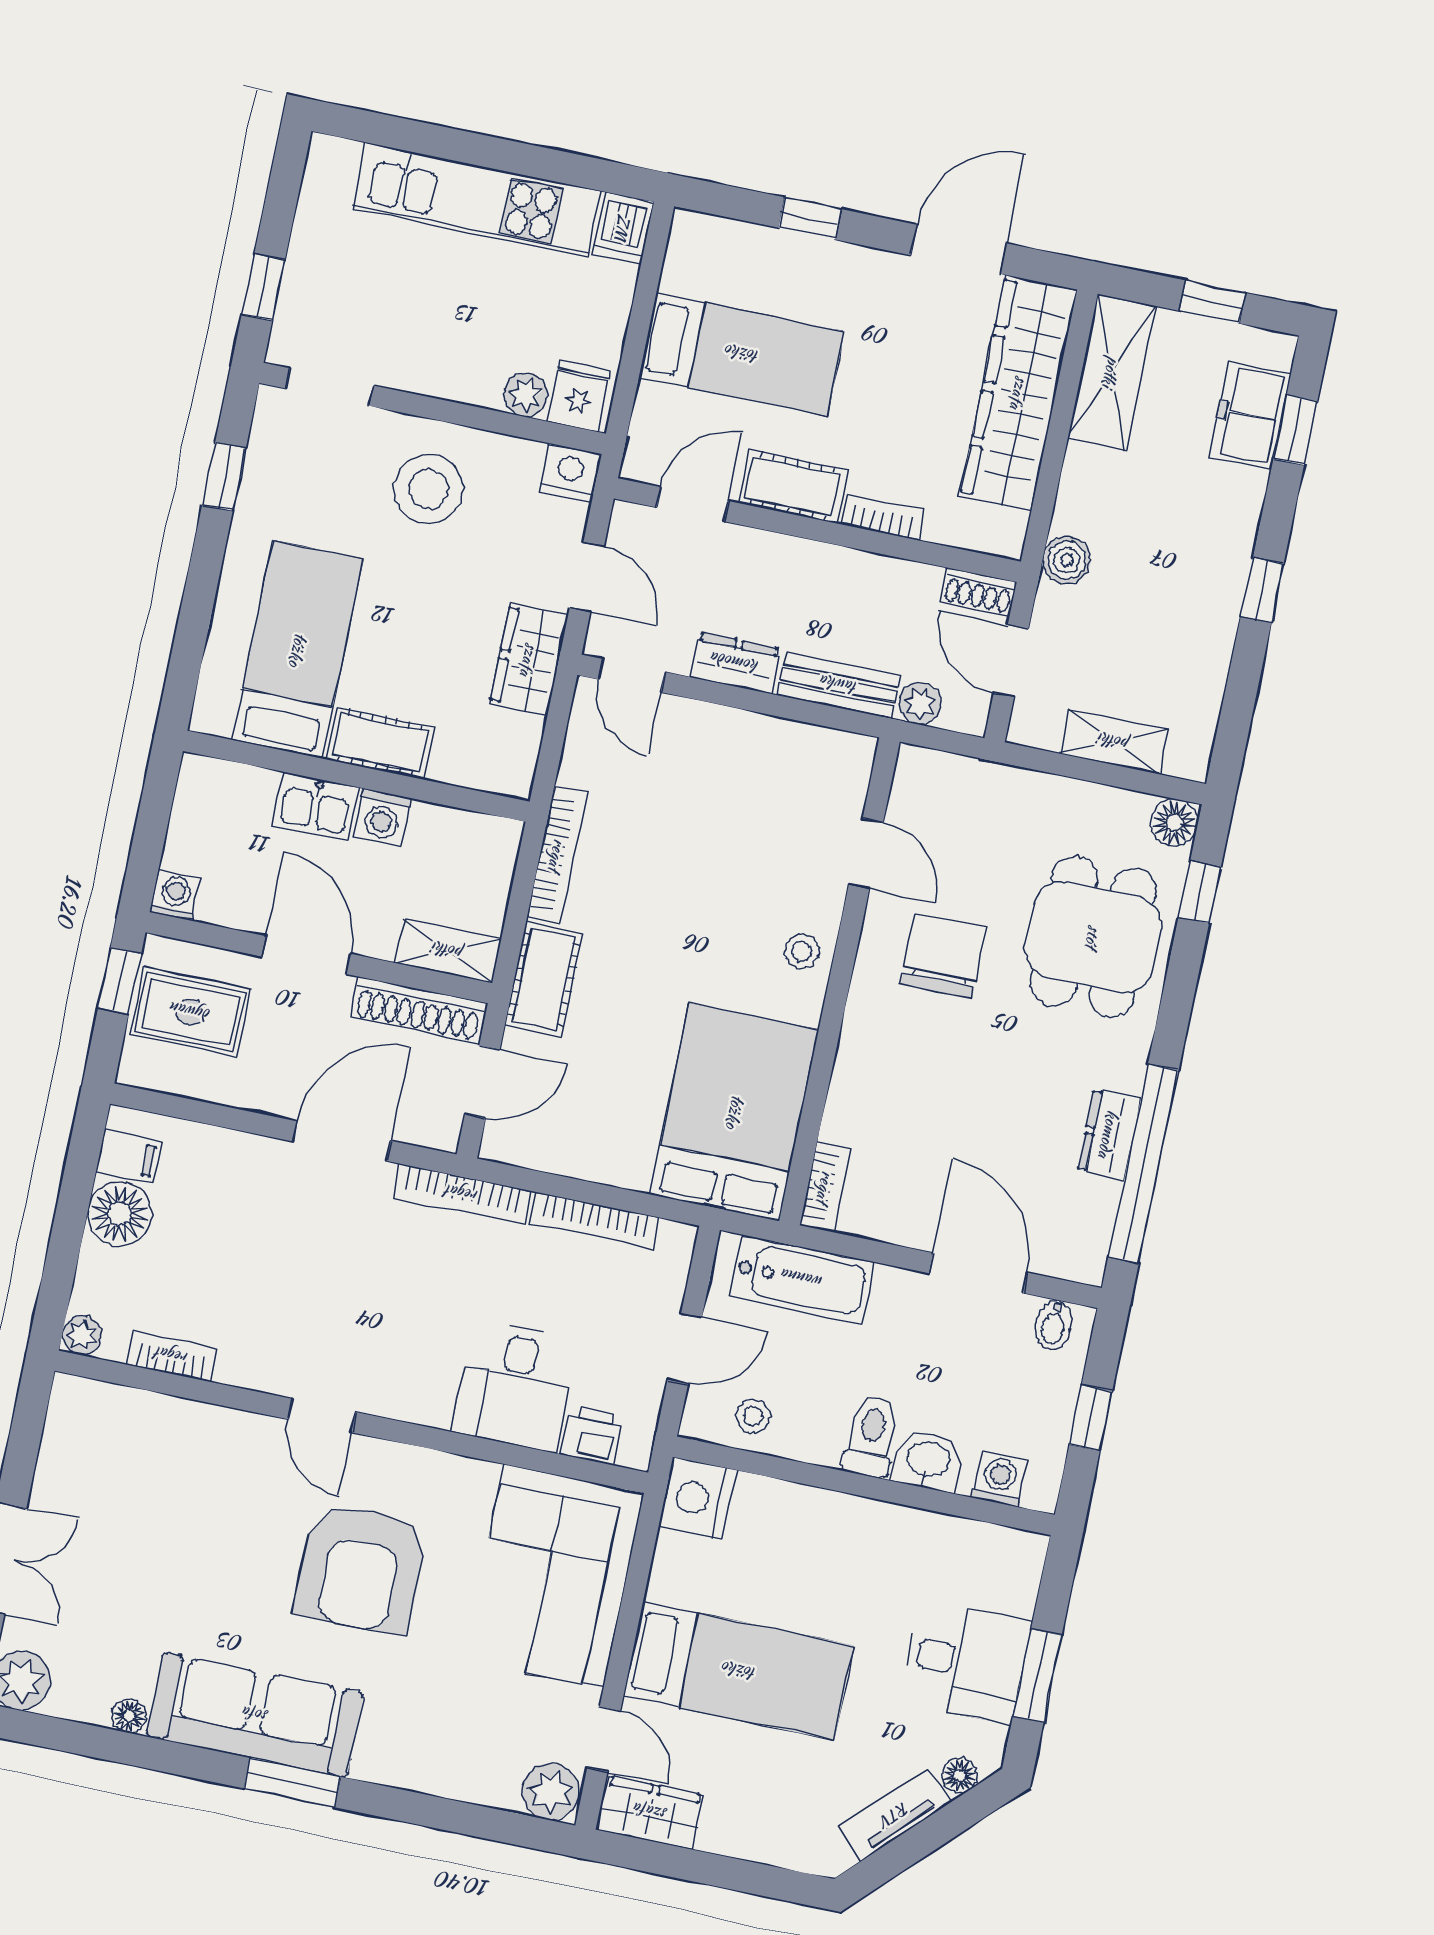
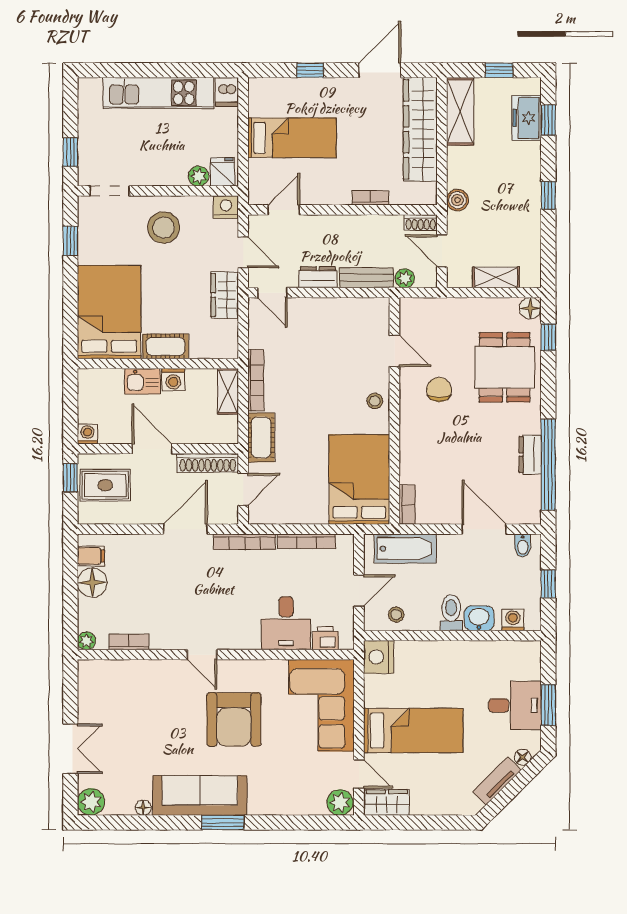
cot: (793, 486) -> (327, 192), removed
bed: (298, 650) -> (109, 312), width x1.50
shelving: (448, 951) -> (228, 391), moved, turned 90
chair: (944, 955) -> (439, 390), width x0.73, depth x0.73

